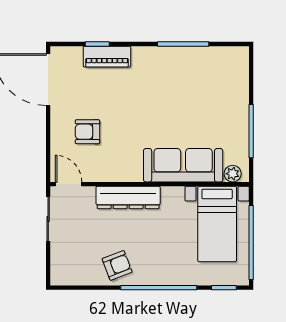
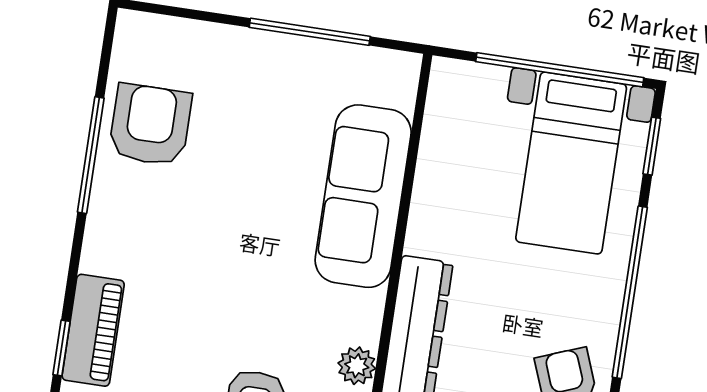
armchair: (200, 68) -> (150, 125), added
plant: (233, 174) -> (357, 366), moved
bed with nightstands: (217, 224) -> (571, 163), moved, turned 90

